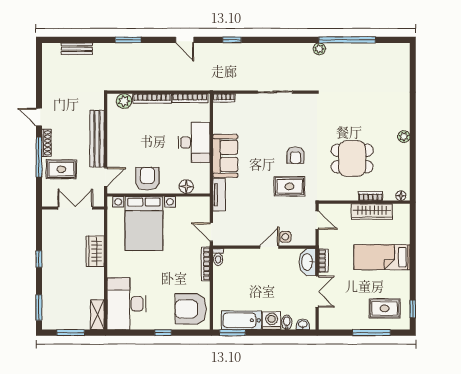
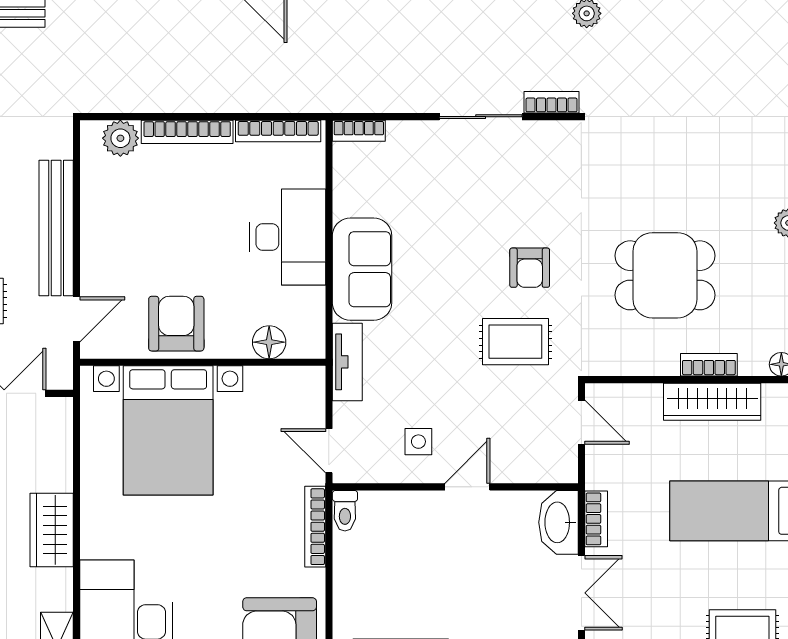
bookcase: (305, 86) -> (552, 102), added
side table: (285, 237) -> (418, 442), moved
wardrobe: (95, 251) -> (52, 530), moved

